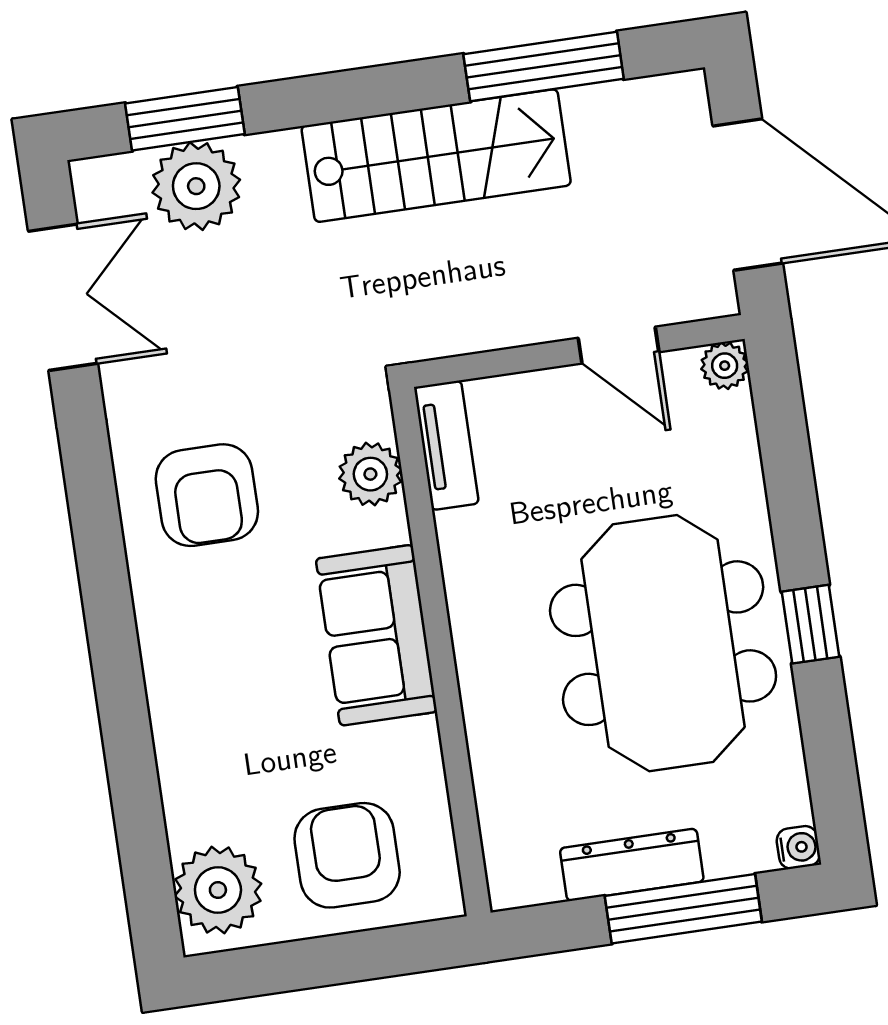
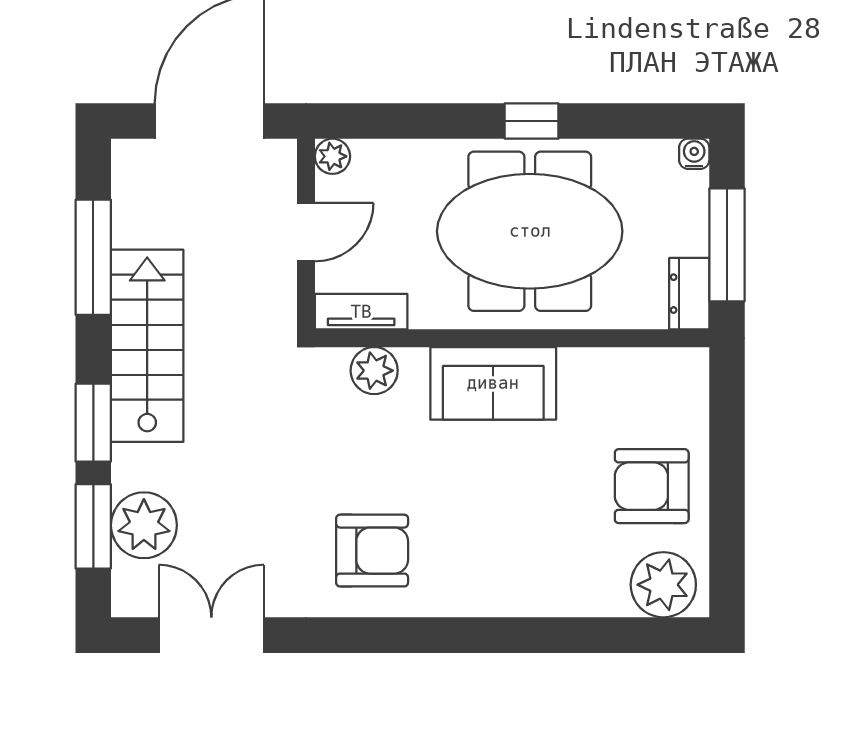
window: (323, 99) -> (93, 423), added
tv unit: (446, 445) -> (361, 312), moved
plant: (370, 474) -> (374, 371), moved
sofa: (376, 635) -> (493, 383), moved
wall: (440, 652) -> (512, 338), moved
dresser: (632, 865) -> (689, 294), width x0.70

